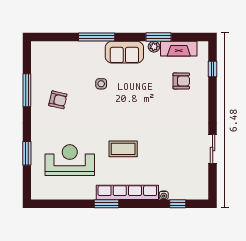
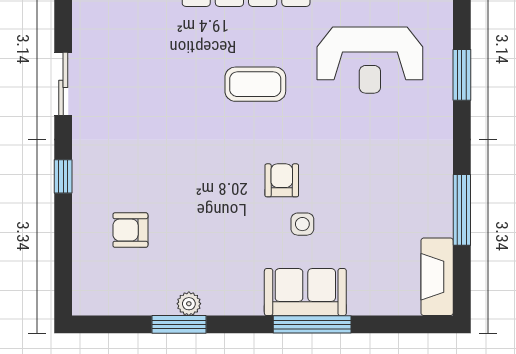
fireplace: (179, 49) -> (437, 277), moved, turned -90
sofa: (124, 52) -> (305, 292), moved
window: (213, 69) -> (63, 176), moved
armchair: (58, 100) -> (282, 180), moved, turned 77

